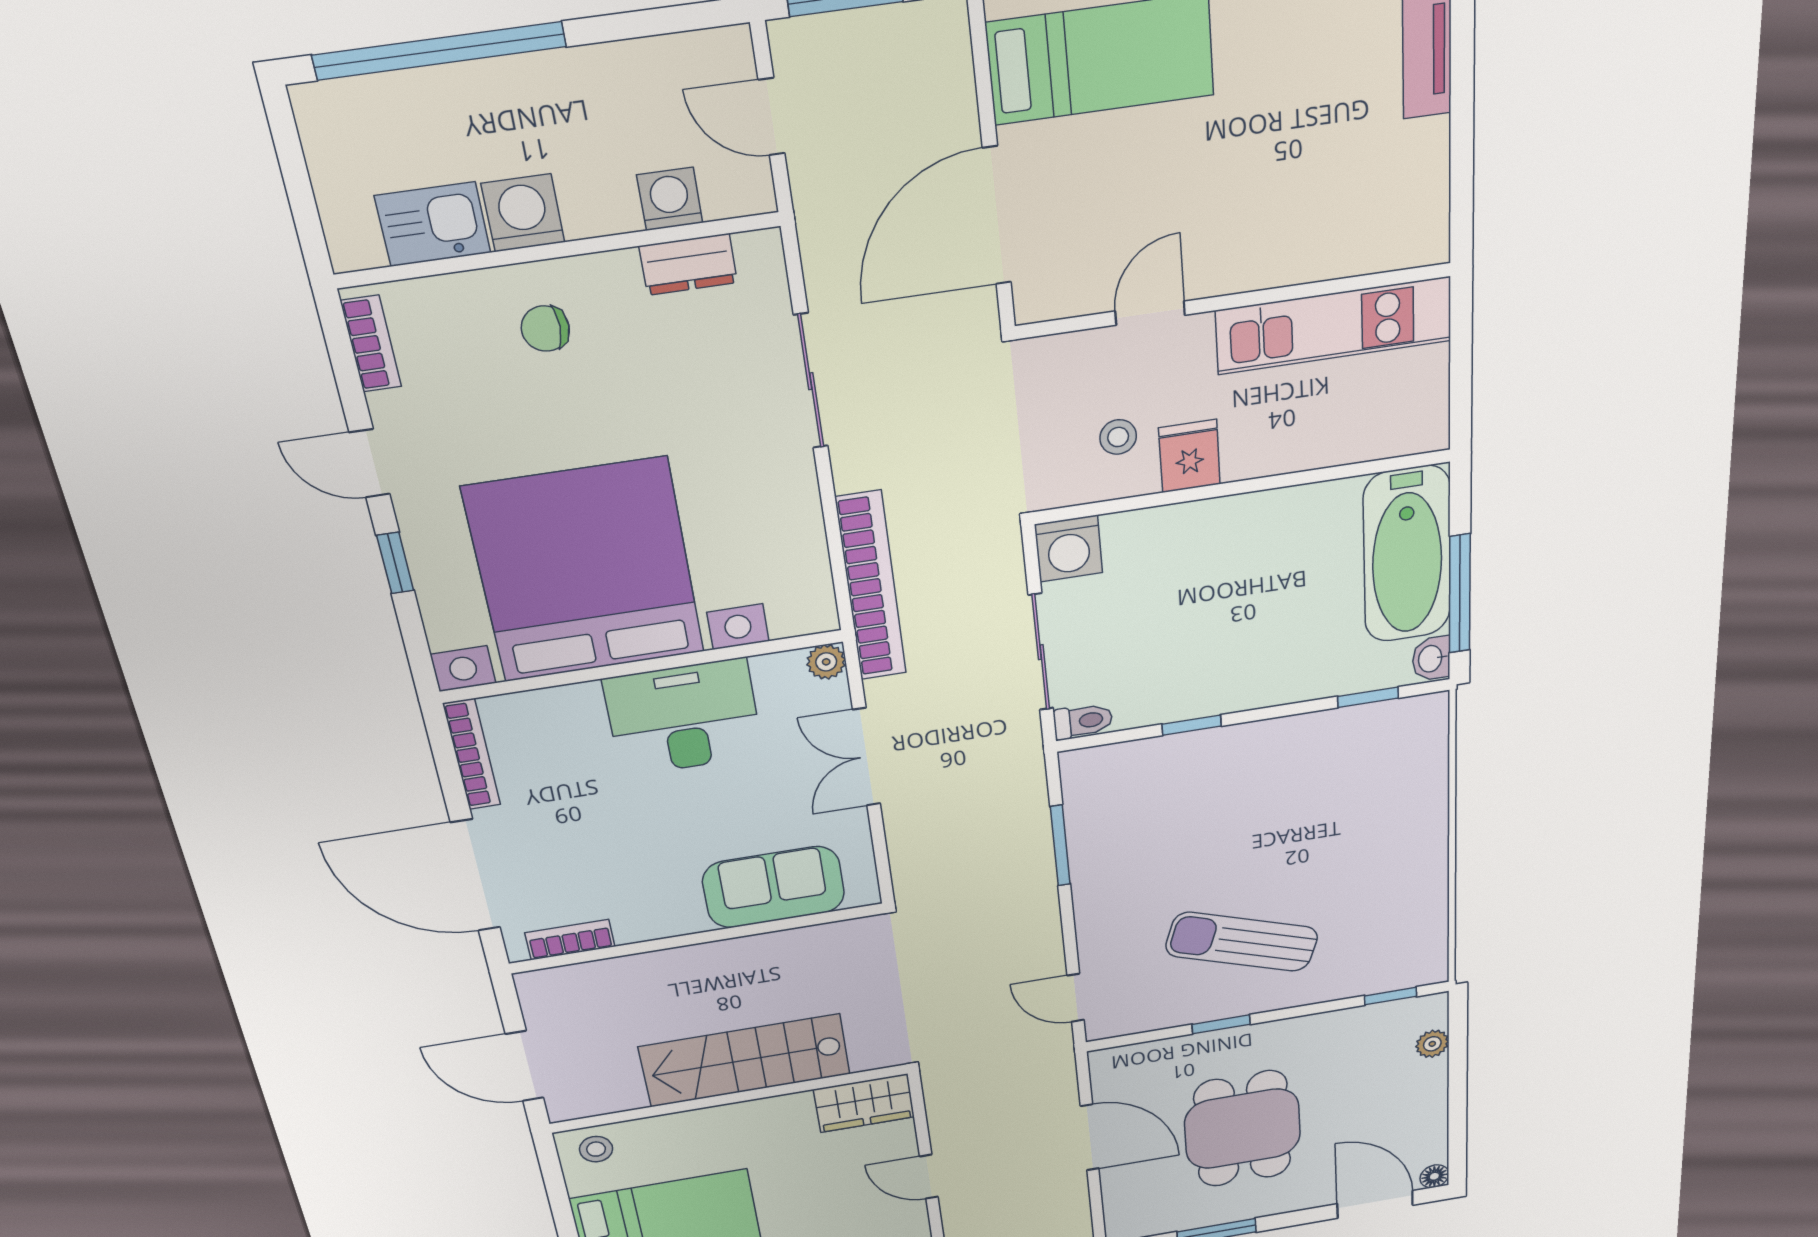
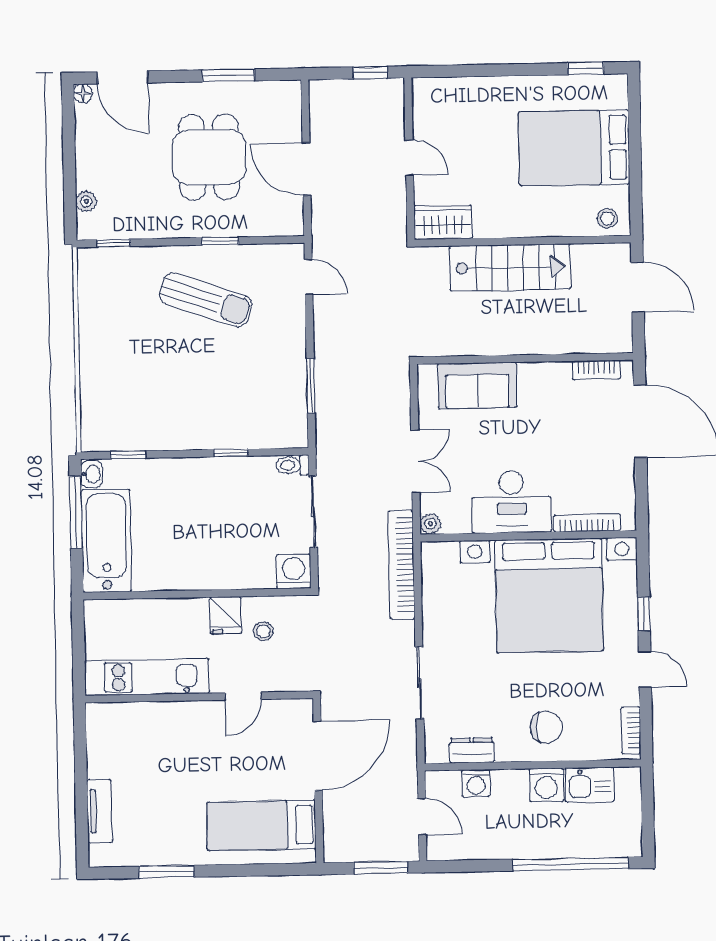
chair: (545, 329) -> (546, 727), width x1.37, depth x1.37
bookcase: (472, 754) -> (587, 523), moved, turned 90

